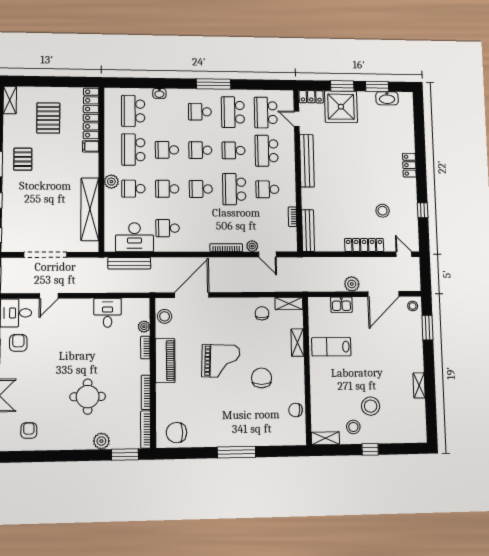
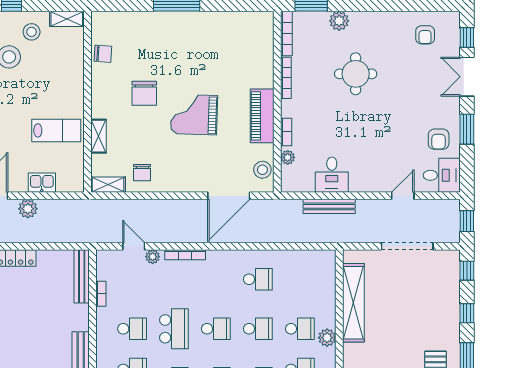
desk: (134, 237) -> (299, 268), removed
bench: (129, 263) -> (329, 206), moved
chair: (176, 433) -> (249, 29), removed

